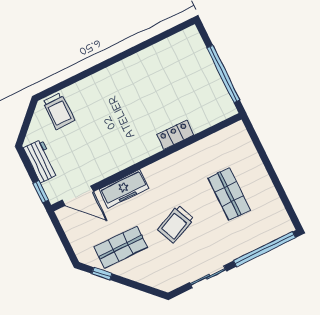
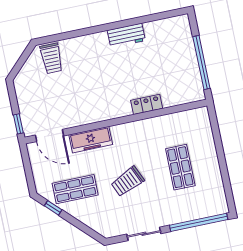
workbench: (41, 161) -> (126, 35), moved, turned 90

